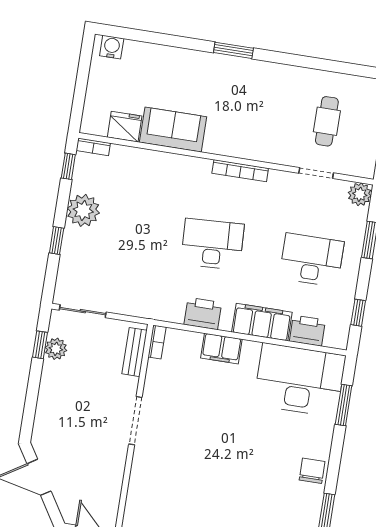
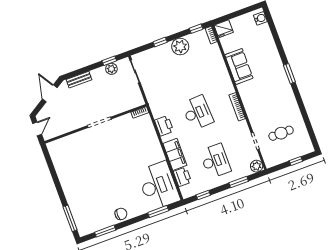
fridge: (125, 127) -> (224, 29), moved, turned 90
filing cabinet: (221, 349) -> (153, 143), removed
bench: (135, 352) -> (79, 80), moved

